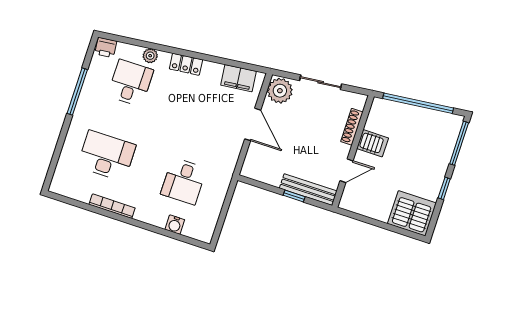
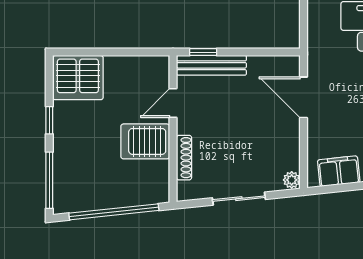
plant: (280, 91) -> (292, 180), width x0.53, depth x0.53
door: (253, 124) -> (304, 97), moved
server rack: (373, 143) -> (145, 141), width x1.36, depth x1.44
window: (294, 196) -> (203, 52), moved

